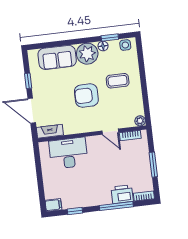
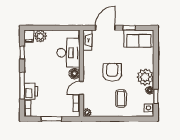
sofa: (57, 57) -> (139, 39), moved, turned -90
floor lamp: (93, 142) -> (74, 74), added
plant: (52, 191) -> (40, 36), added

